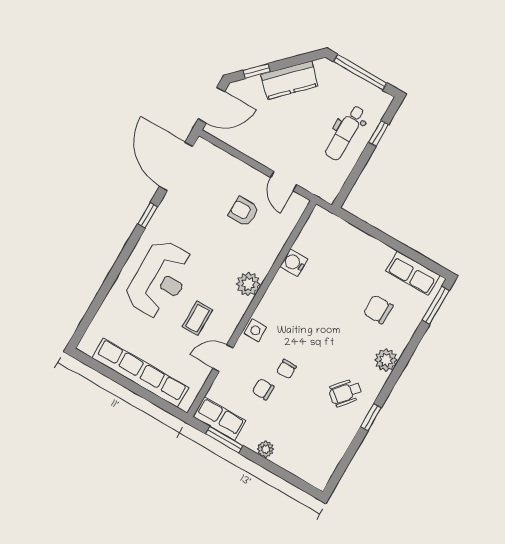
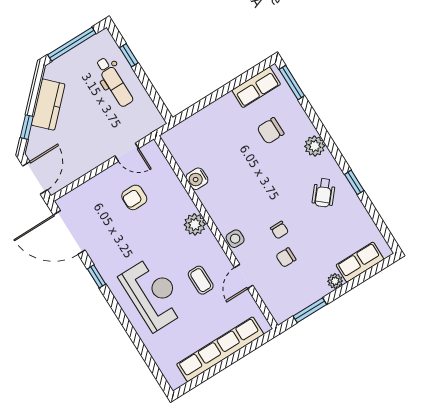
row of seats: (219, 419) -> (360, 262), moved

